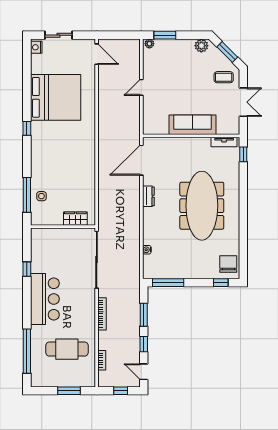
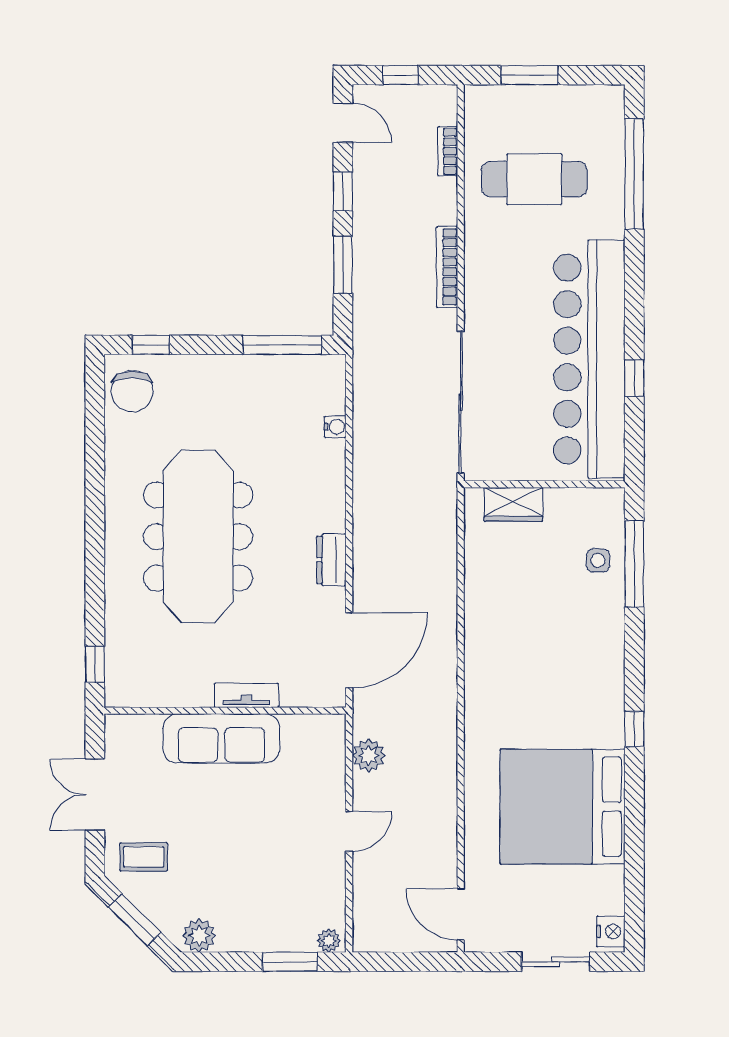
plant: (133, 118) -> (369, 755), added
tv unit: (224, 142) -> (246, 695), moved
bar counter: (45, 299) -> (589, 359), width x1.86

